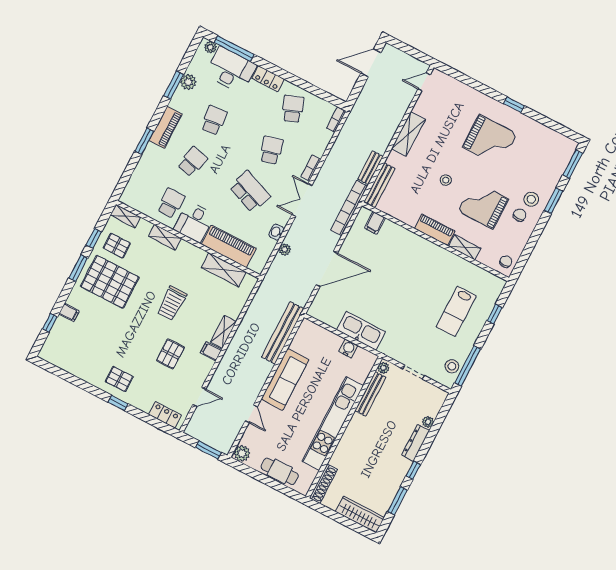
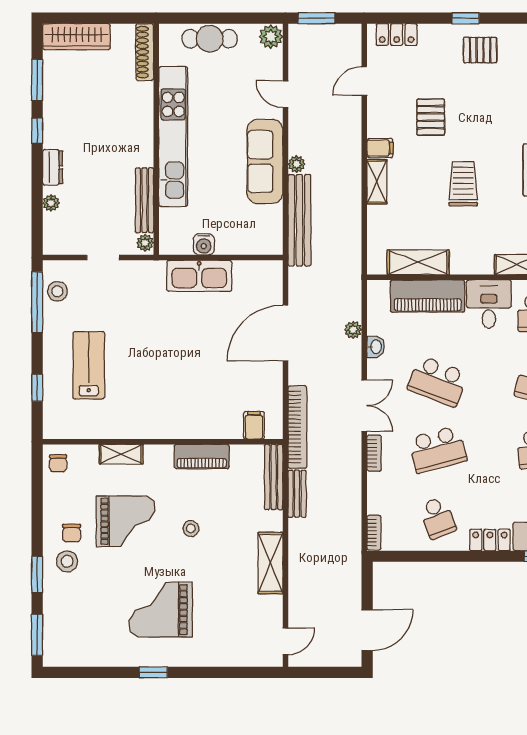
school desk: (271, 150) -> (437, 449), width x1.85
piano: (435, 230) -> (202, 457), moved
plant: (267, 368) -> (297, 164), added
dresser: (416, 443) -> (53, 167), width x0.70

